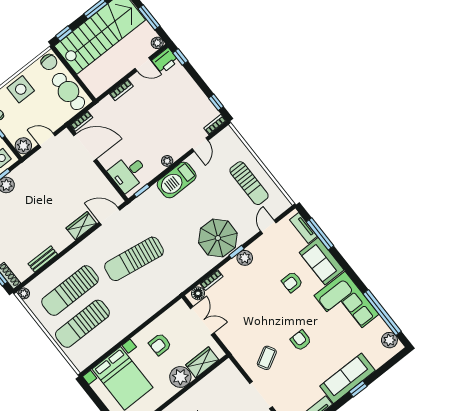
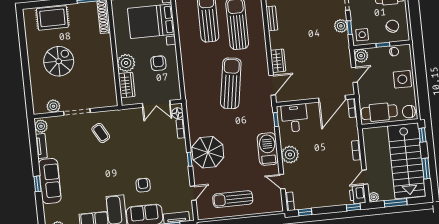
plant: (167, 161) -> (290, 155), width x1.87, depth x1.87
door: (268, 227) -> (193, 193), hinge flipped
plant: (245, 258) -> (182, 162), removed
armchair: (301, 340) -> (98, 165), removed

